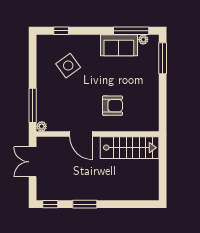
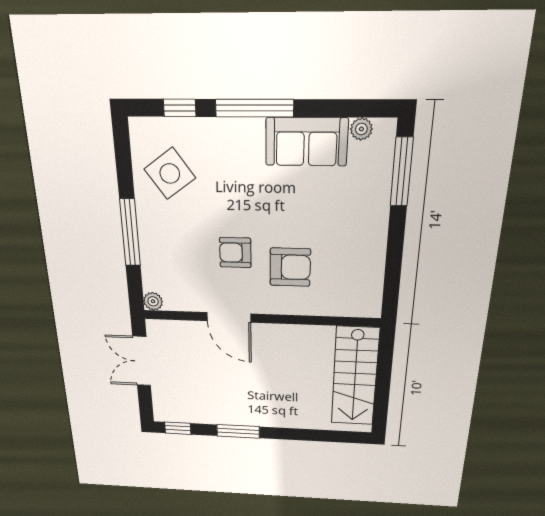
window: (131, 31) -> (254, 108), moved
side table: (68, 66) -> (170, 174), moved
armchair: (85, 99) -> (235, 253), added
window: (33, 105) -> (130, 233), moved
stairs: (130, 148) -> (355, 377), moved, turned 90

